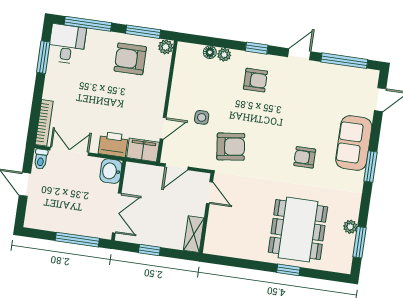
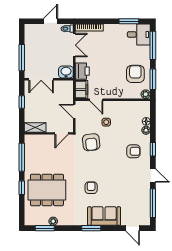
armchair: (255, 80) -> (133, 151), turned -90
window: (239, 263) -> (22, 157), added

